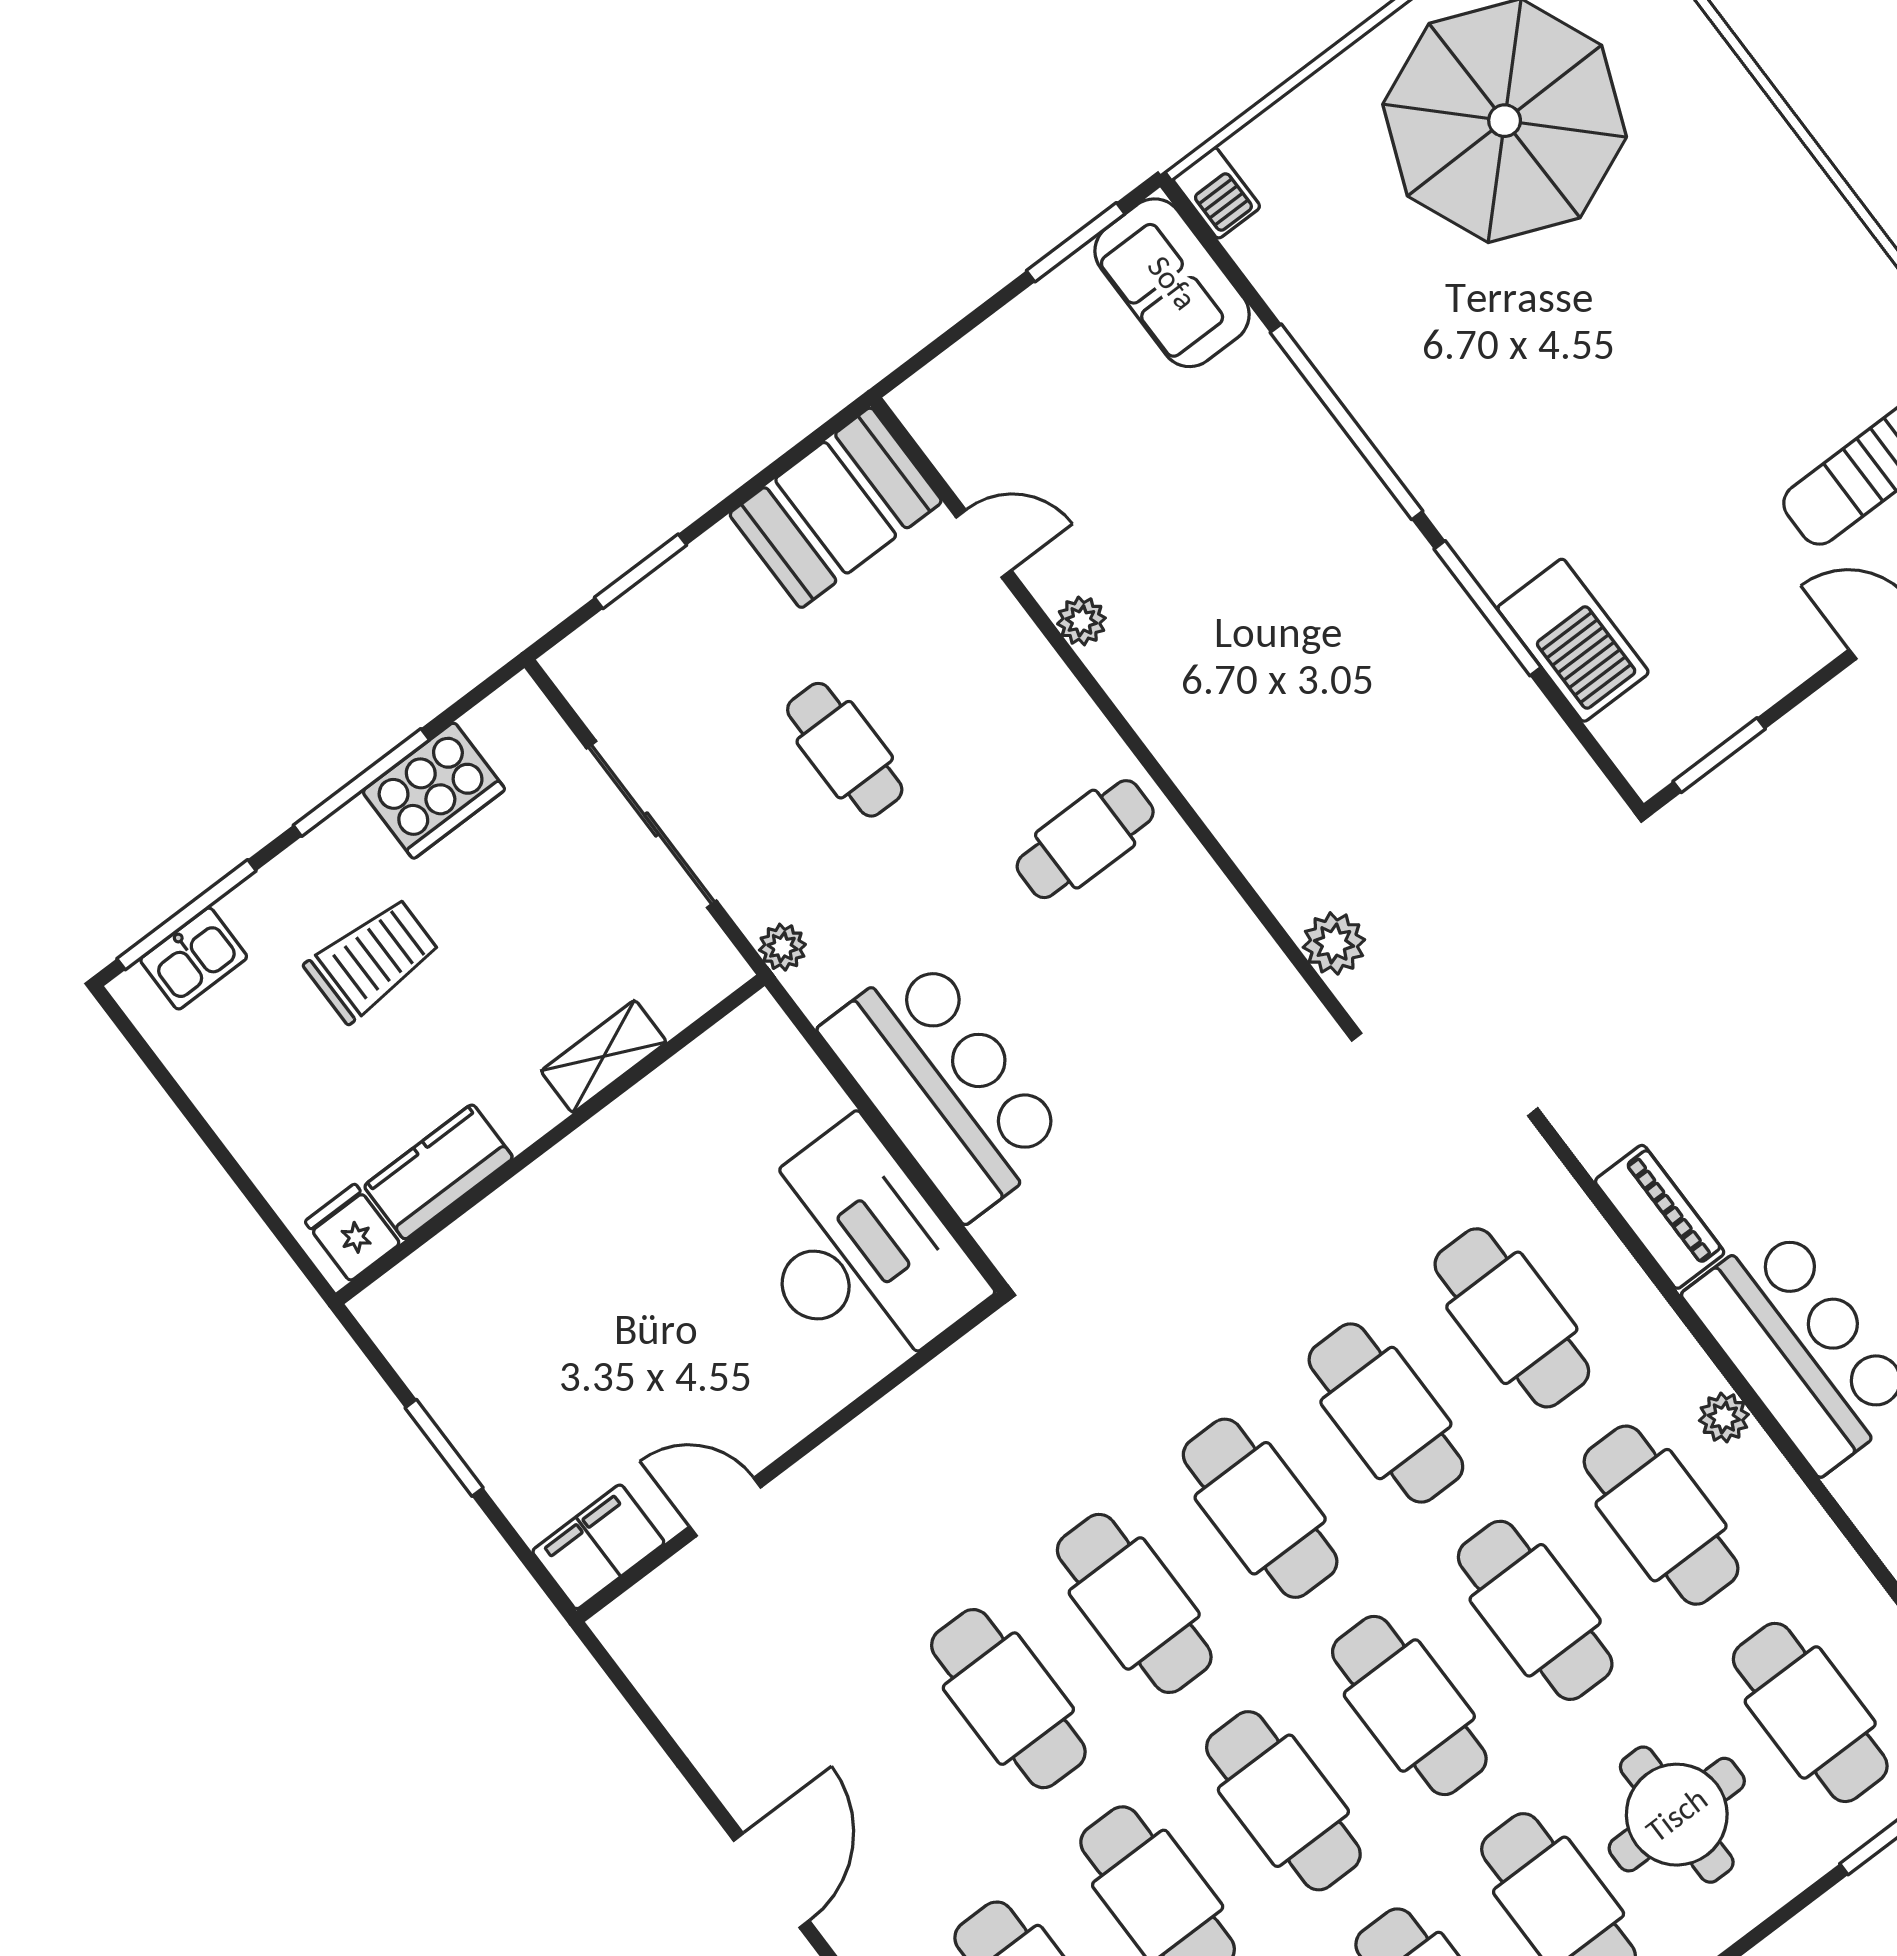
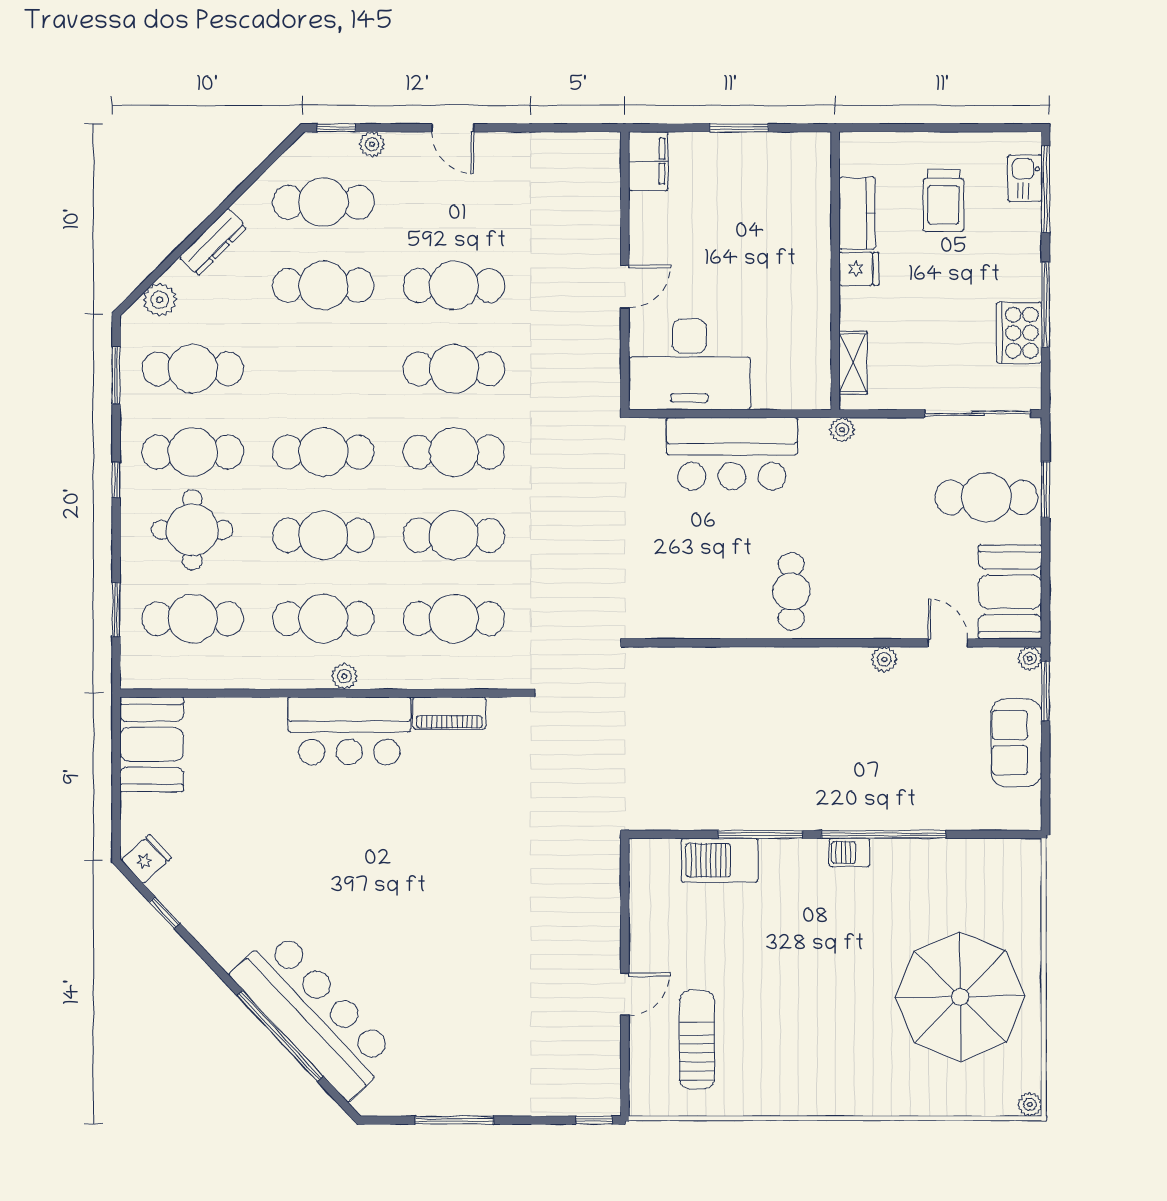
barbecue: (1216, 193) -> (850, 852), moved
window: (1076, 242) -> (1046, 691), moved
sofa: (1172, 283) -> (1016, 743), moved, turned -90
door: (984, 544) -> (948, 643), swing flipped
cafe table: (845, 750) -> (986, 497), moved, width x1.37, depth x1.35
window: (1719, 755) -> (625, 885), removed
sliding door: (652, 824) -> (978, 414), moved
plant: (1334, 943) -> (1030, 659), moved, width x0.73, depth x0.73
trolley: (372, 960) -> (943, 201), moved
shelving: (604, 1056) -> (853, 363), moved
fridge: (352, 1232) -> (859, 269), moved
door: (725, 1507) -> (625, 286), moved
cafe table: (1283, 1801) -> (323, 369), removed
door: (771, 1881) -> (453, 128), width x0.73

